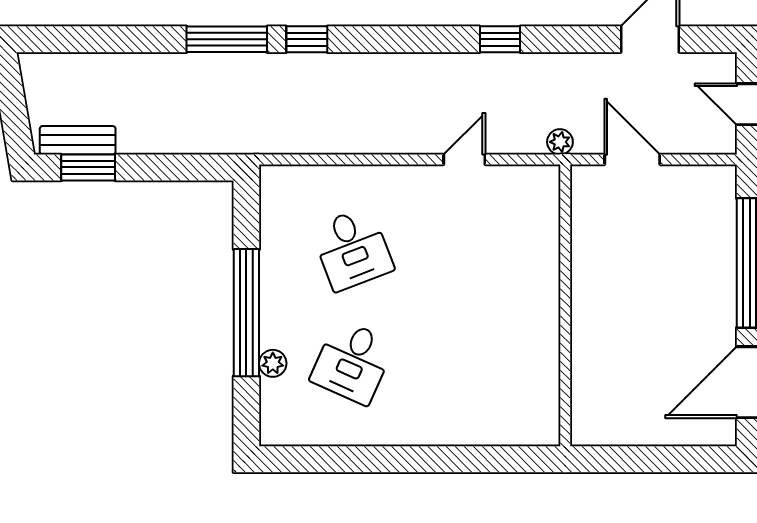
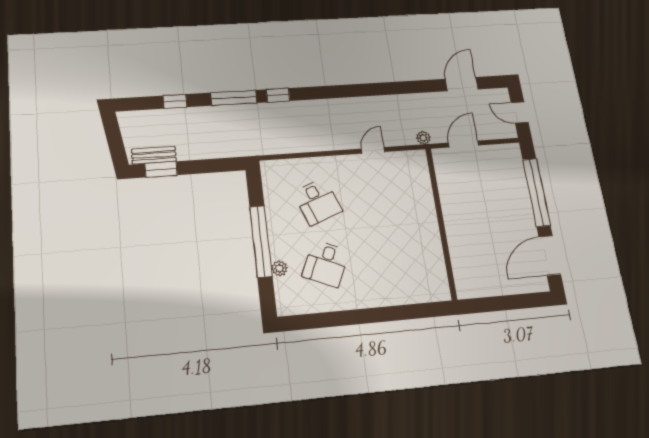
window: (500, 39) -> (175, 101), moved
door: (632, 159) -> (464, 144), hinge flipped

